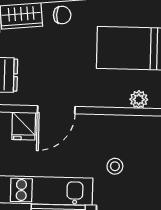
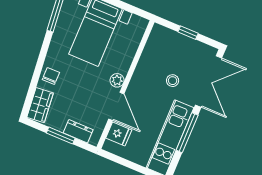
plant: (139, 99) -> (117, 80), moved

